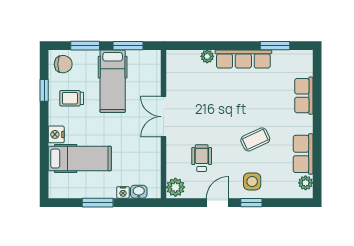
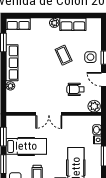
row of seats: (304, 96) -> (18, 24), moved
plant: (306, 183) -> (54, 23), moved

